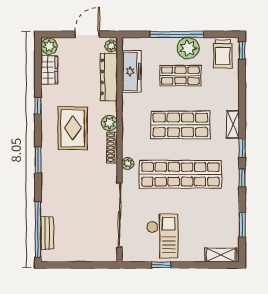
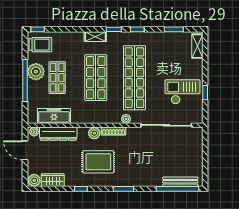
bench: (47, 233) -> (180, 182), width x1.36

